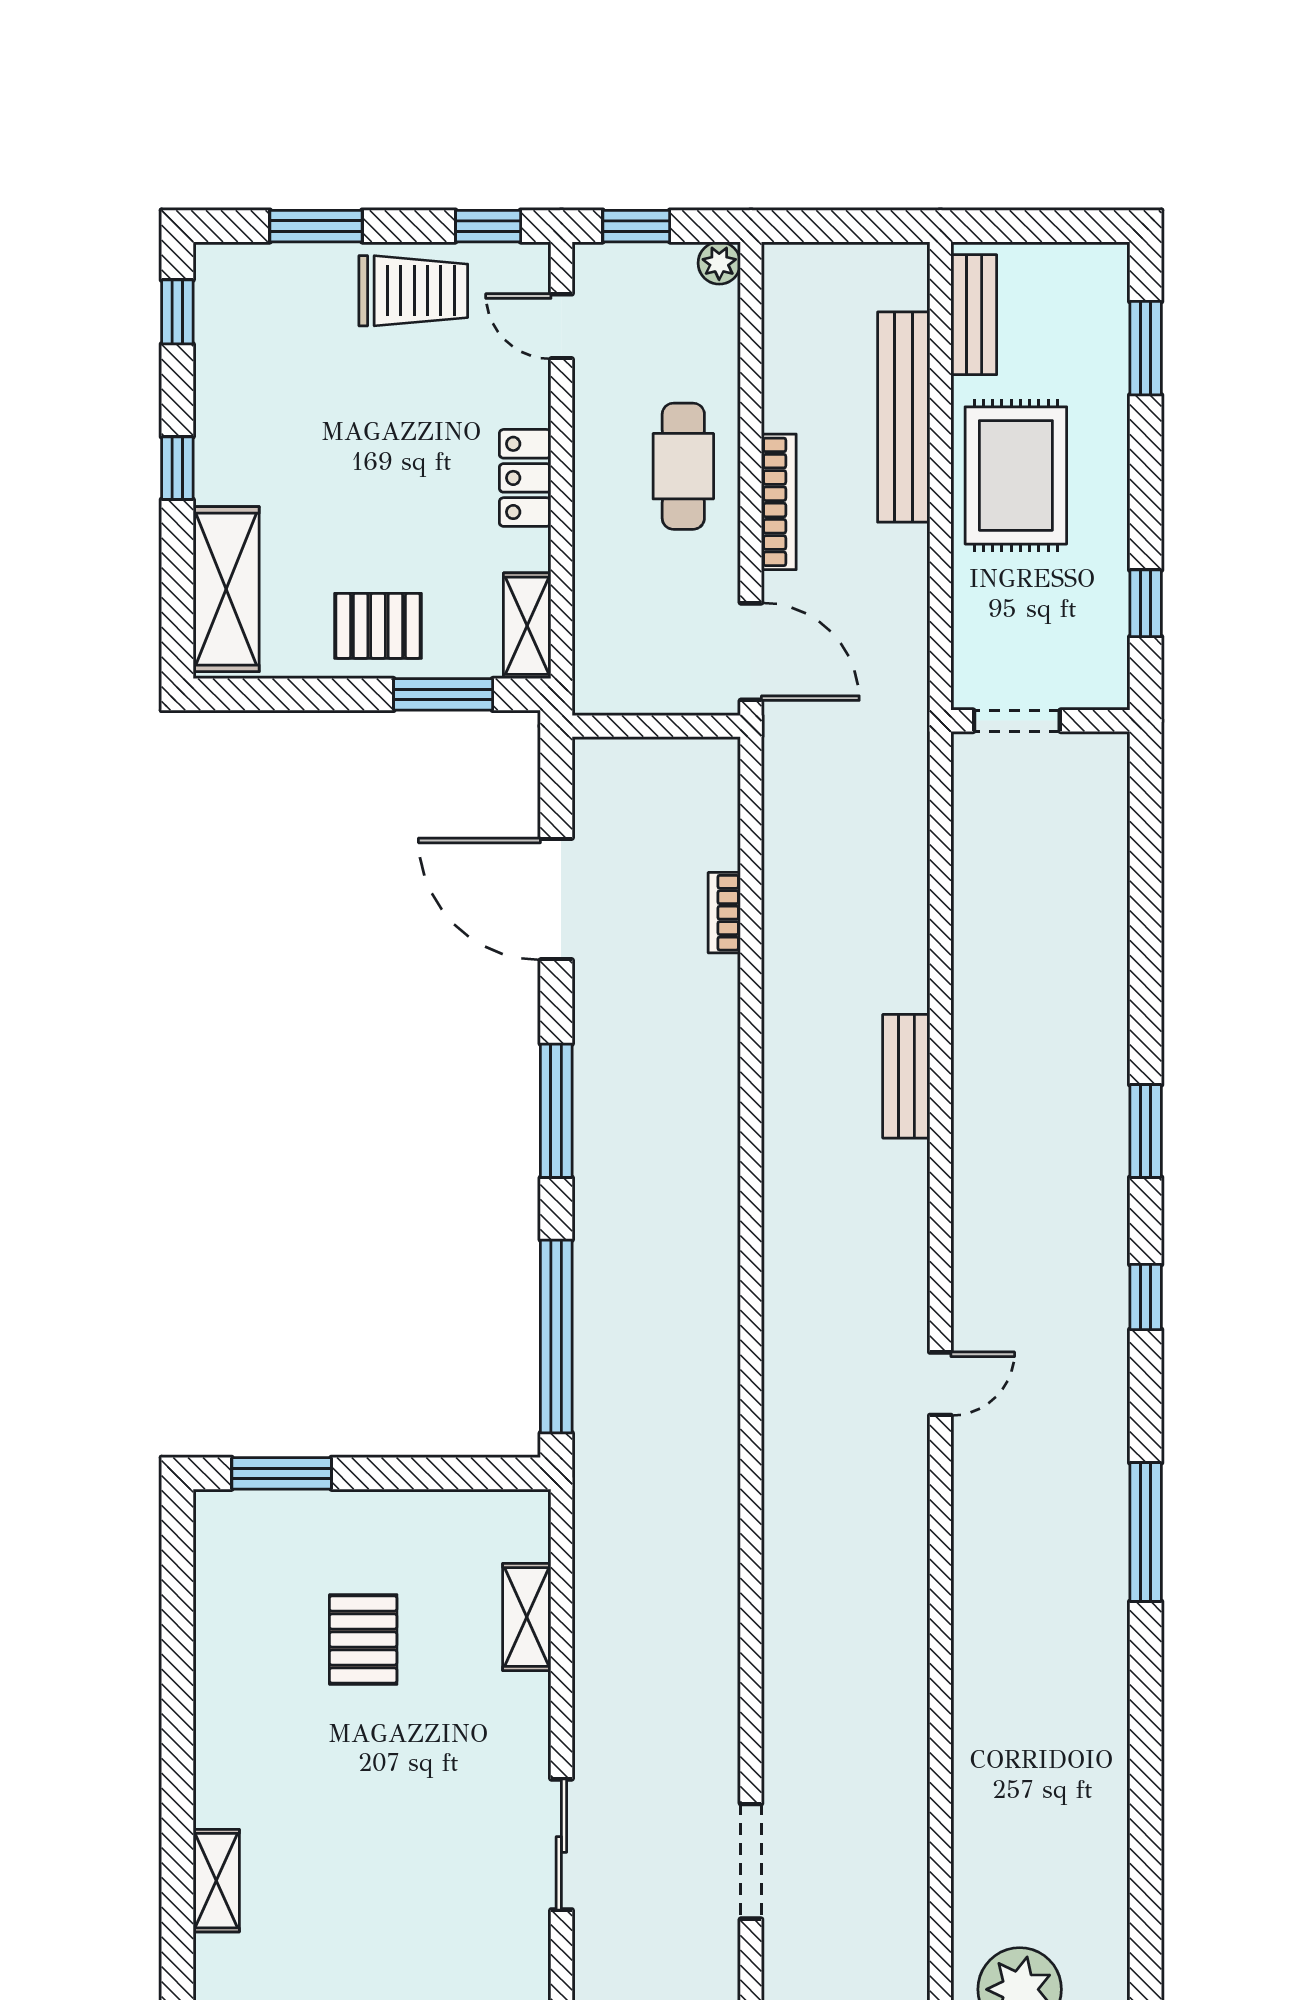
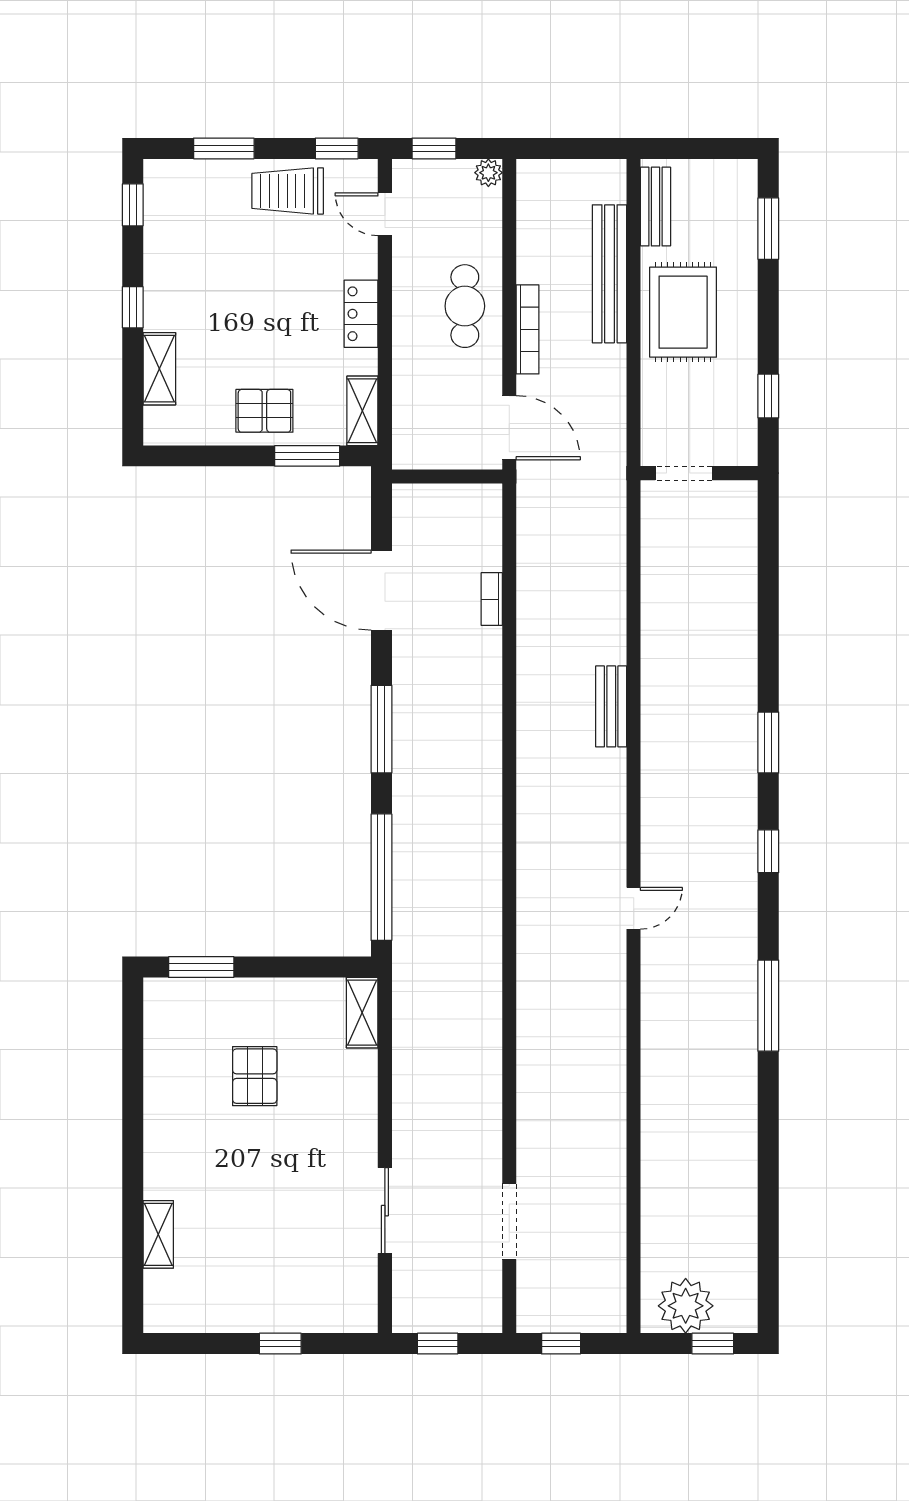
trolley: (413, 291) -> (288, 191), turned 180
shelving: (226, 589) -> (159, 369), width x0.67, depth x0.75
shelving: (527, 1617) -> (362, 1013), moved

